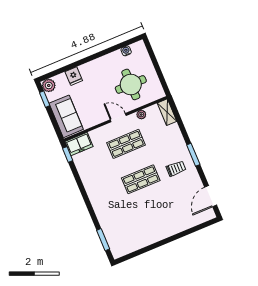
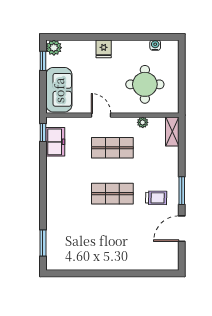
fridge: (74, 76) -> (104, 49), moved
door: (118, 118) -> (101, 115), moved
freezer: (79, 144) -> (55, 142), moved, turned -90
door: (211, 196) -> (182, 229), moved

